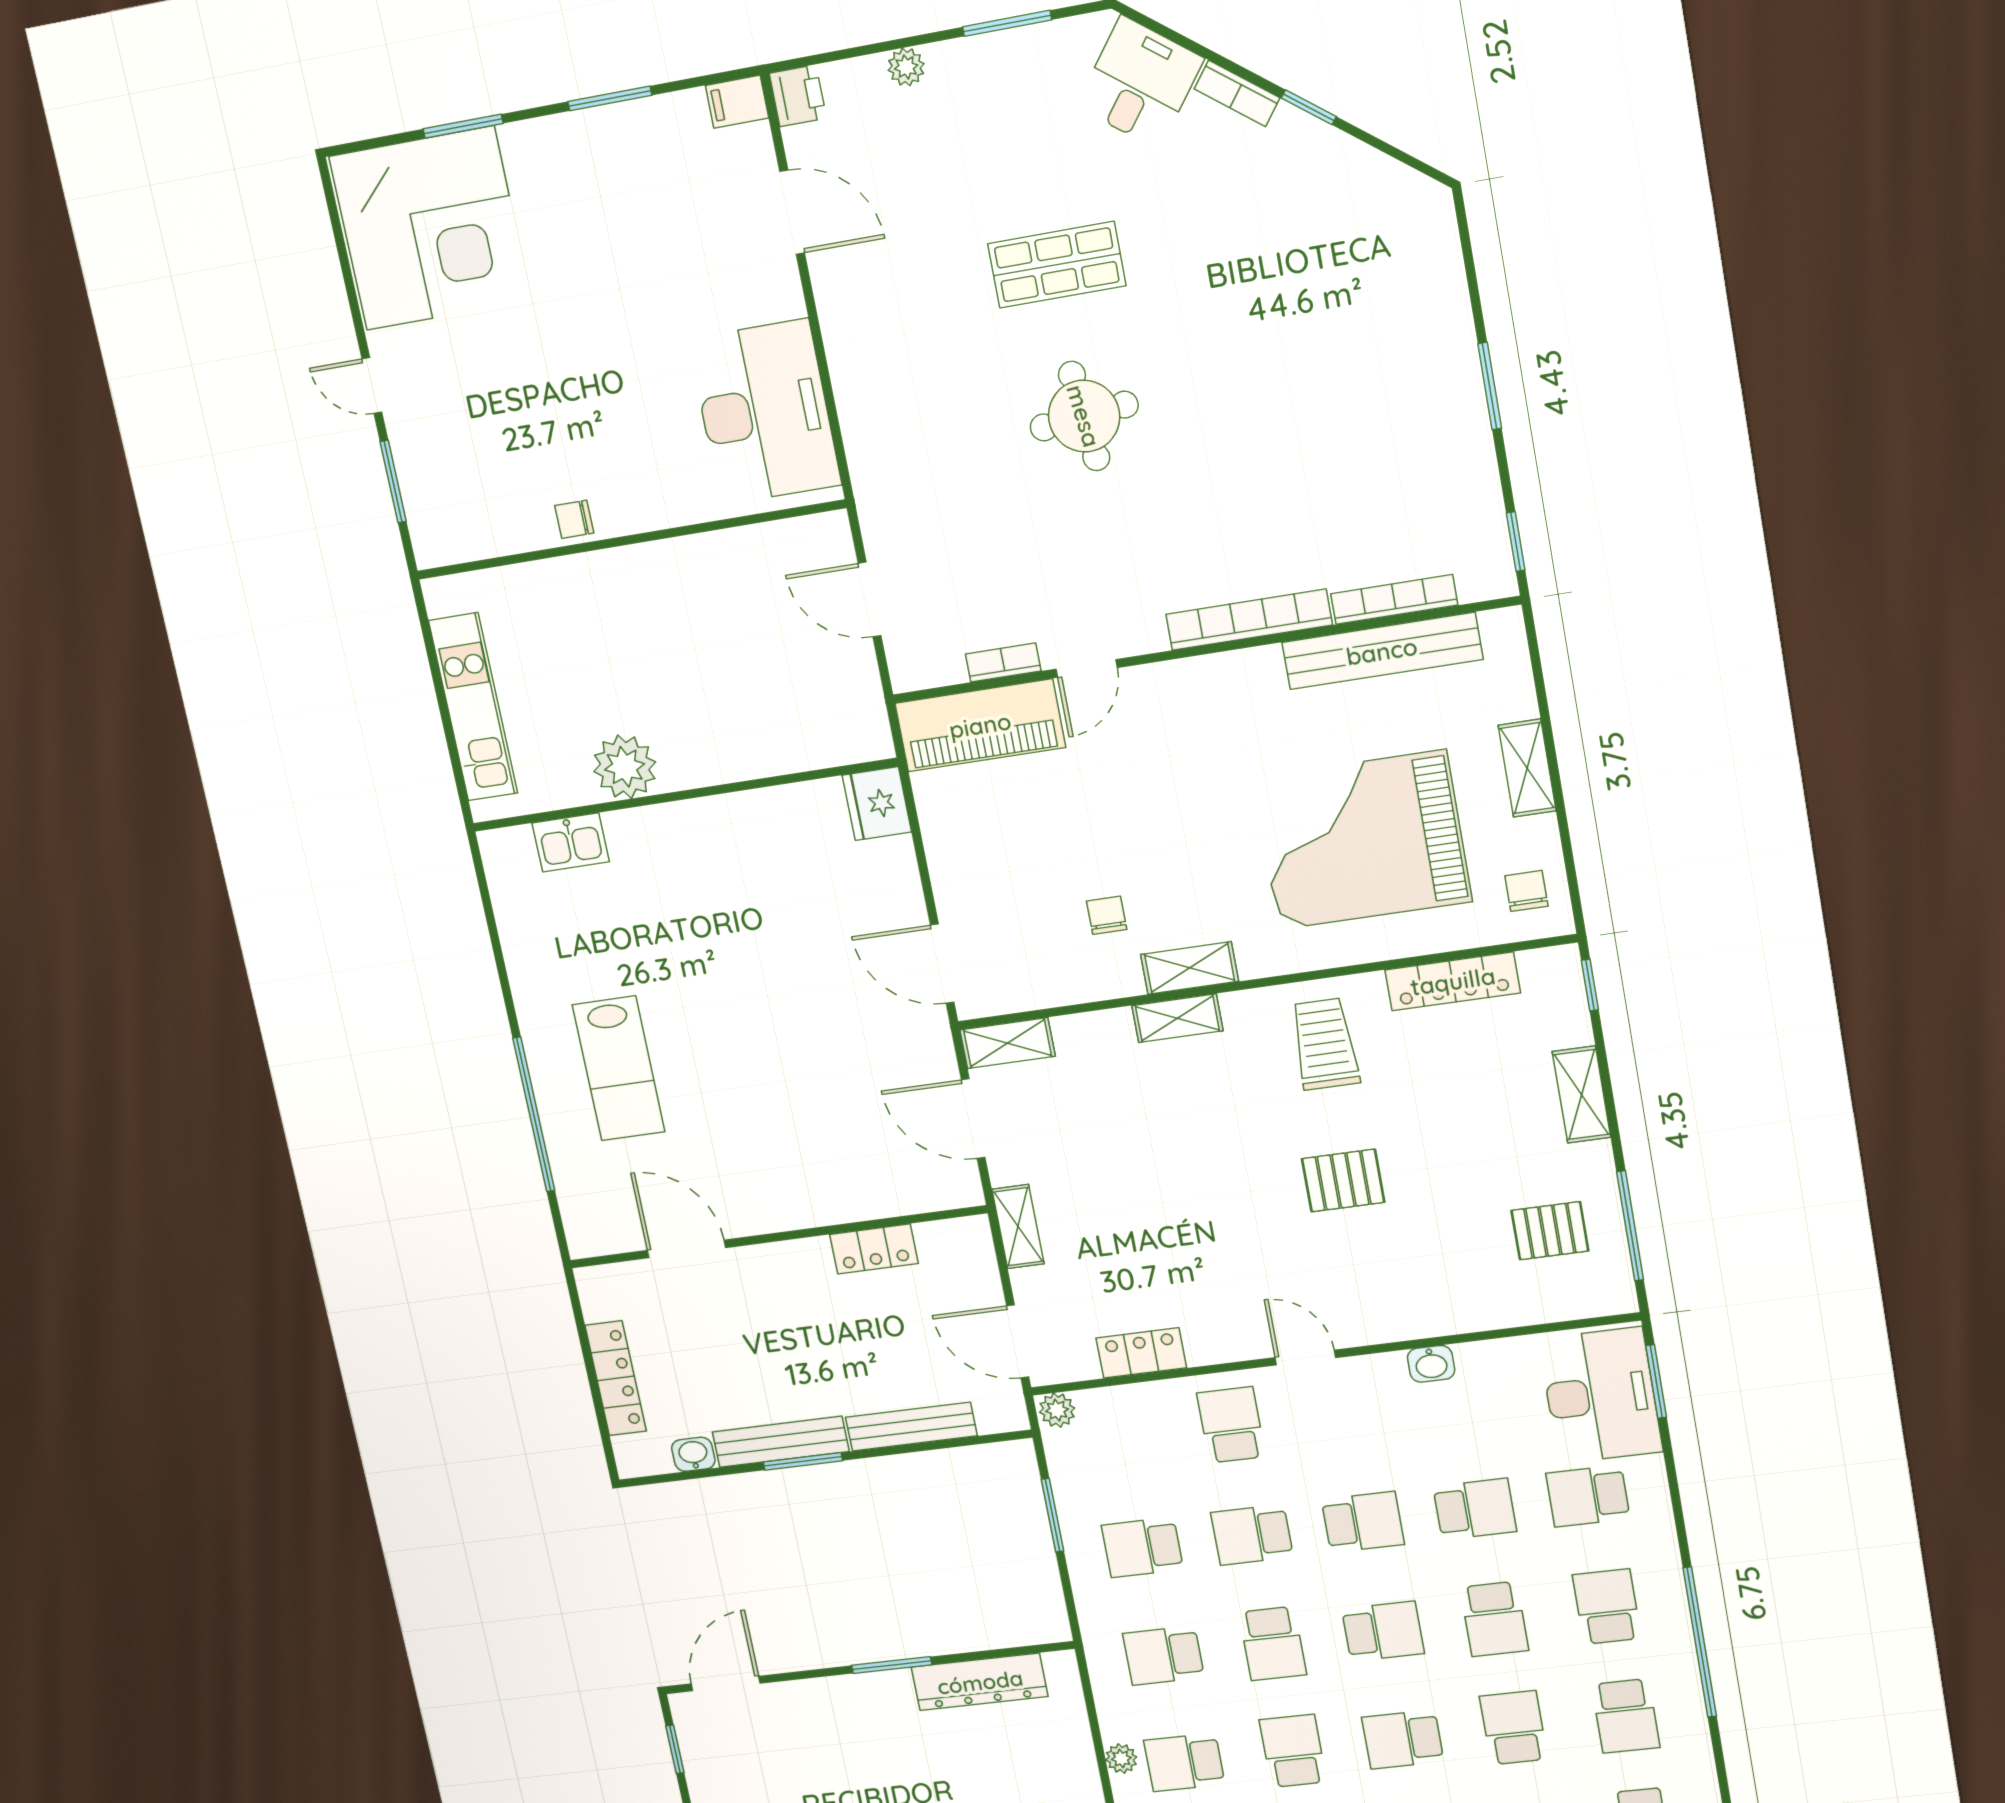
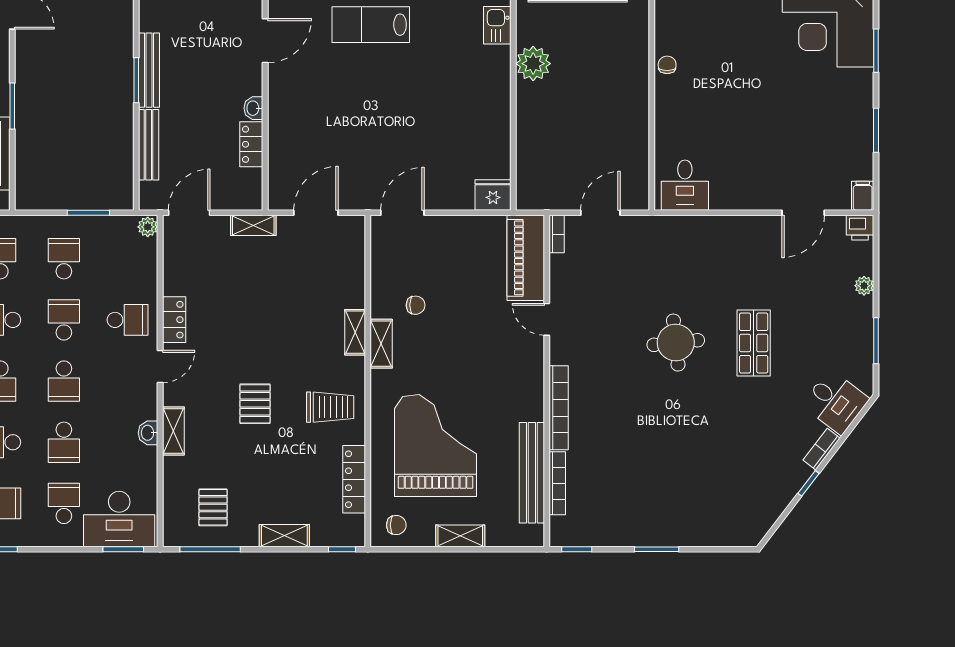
desk: (765, 412) -> (685, 185), width x0.53, depth x0.77
bookcase: (1003, 662) -> (557, 234), moved
shelving: (1008, 1043) -> (173, 431), moved
locker: (1141, 1353) -> (174, 320), moved
washbasin: (693, 1454) -> (253, 108), moved, turned 180

